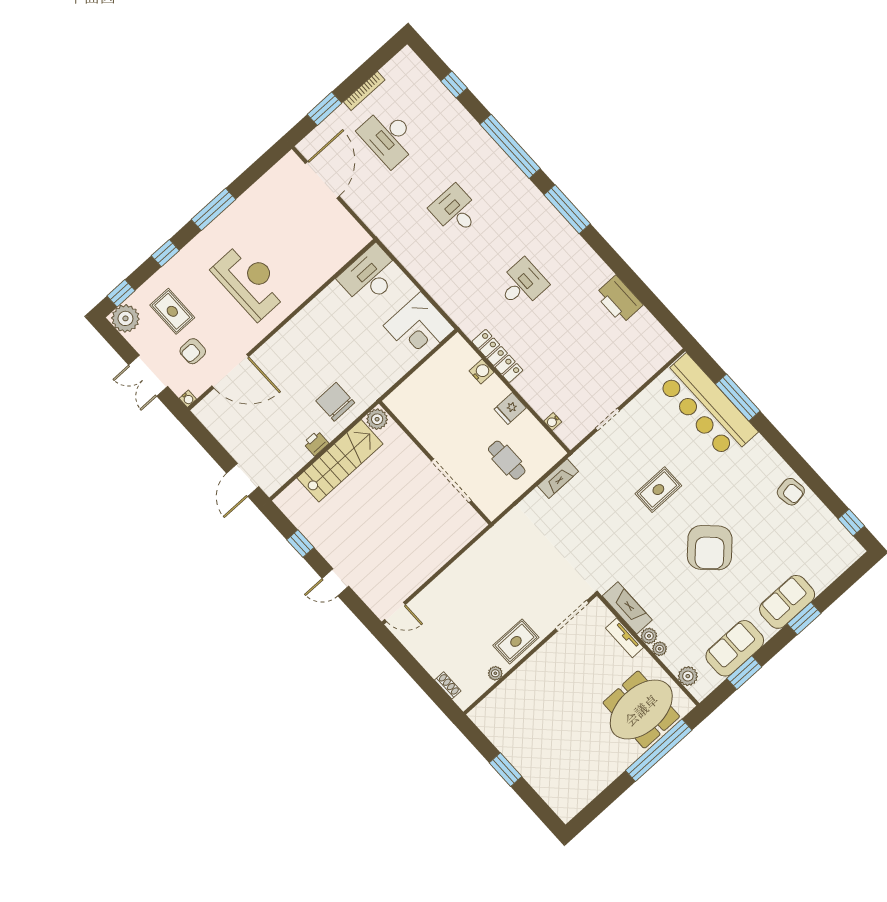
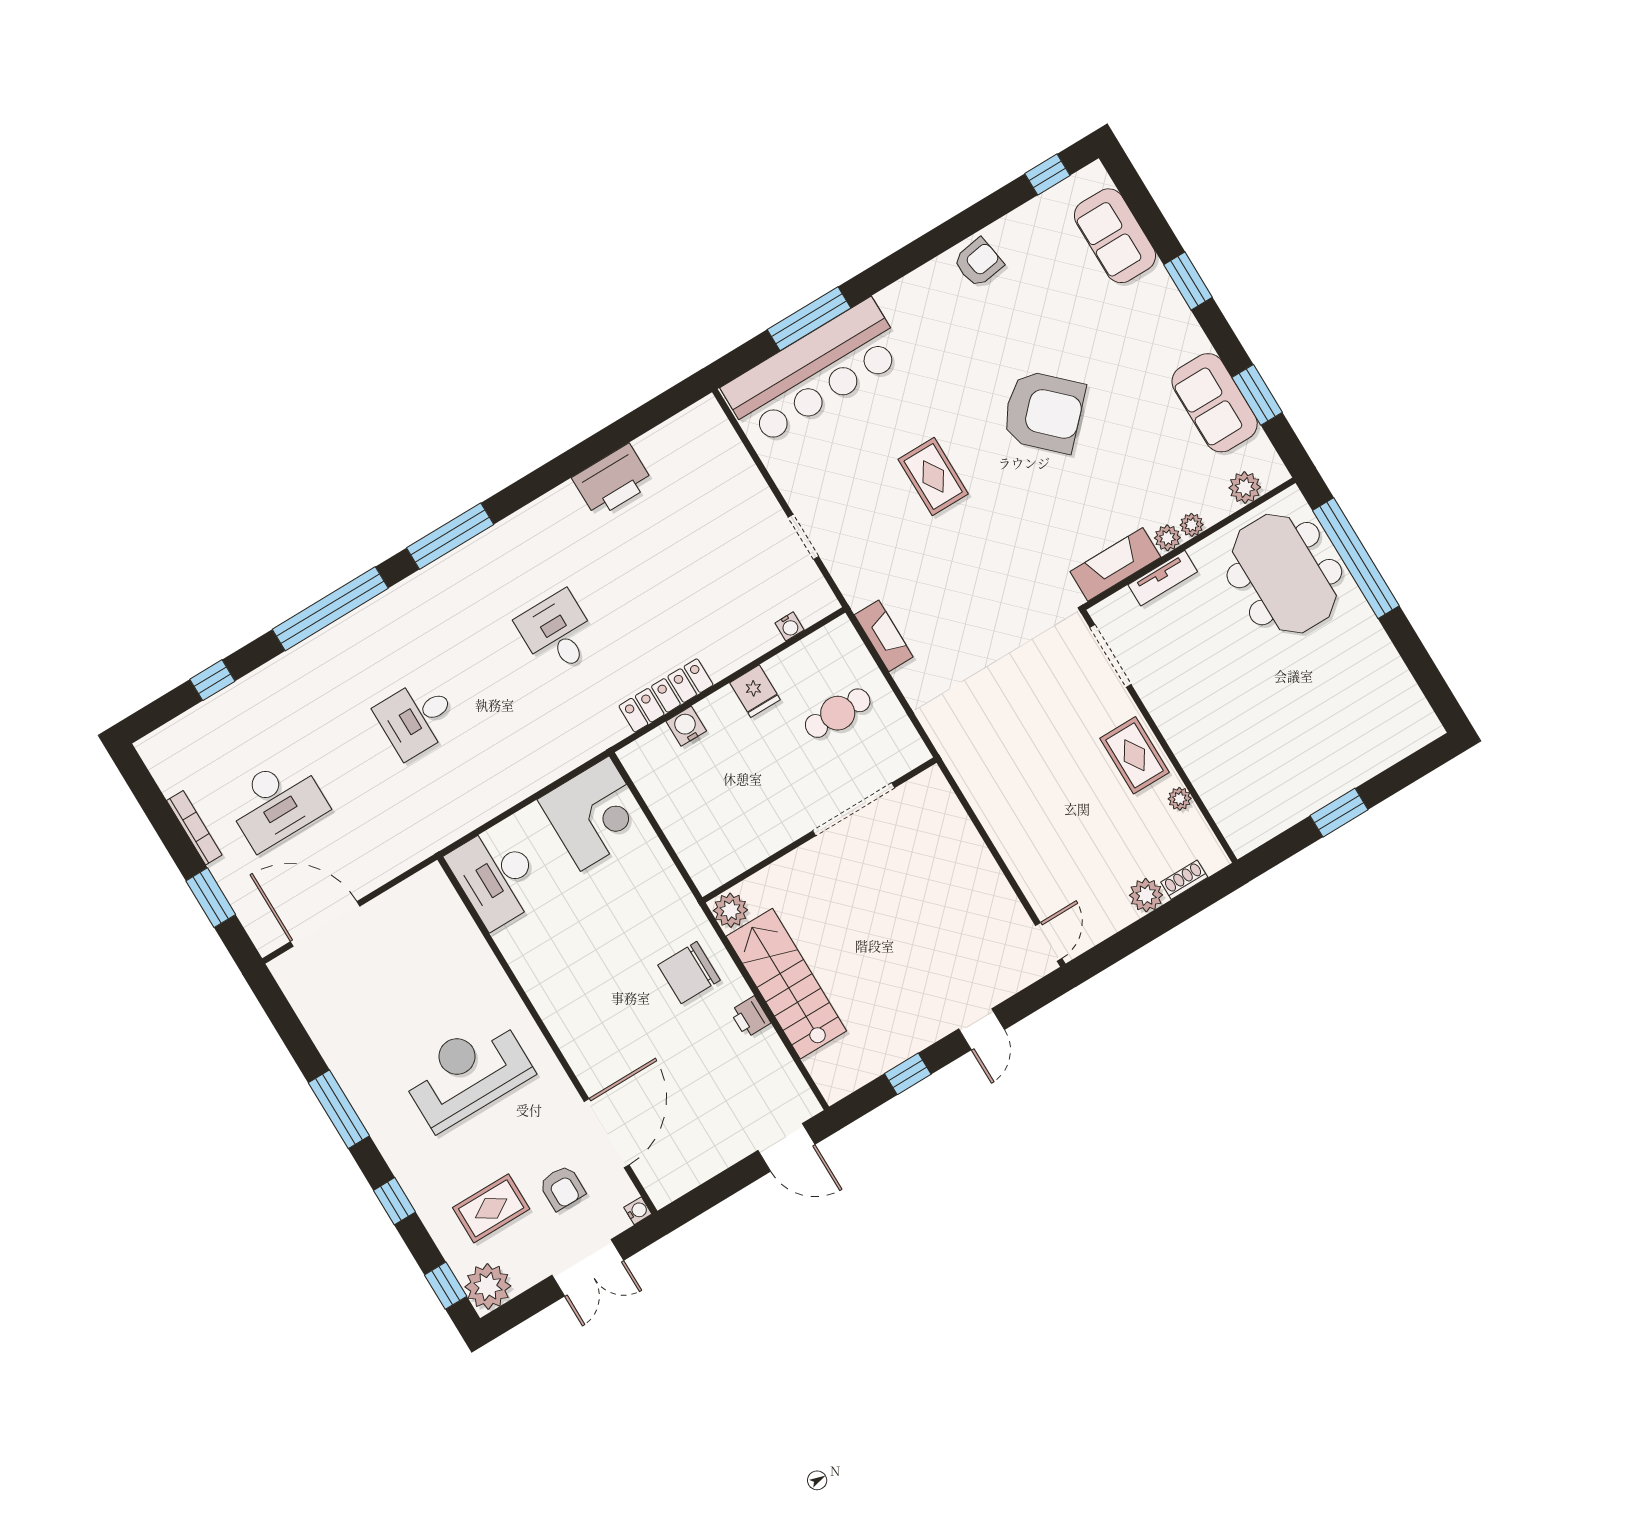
sofa: (787, 602) -> (1115, 236), moved
plant: (434, 664) -> (1146, 895), added

